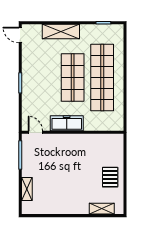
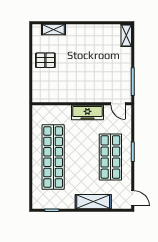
shop shelf: (73, 77) -> (110, 157), moved
pallet: (110, 177) -> (45, 60), turned 90
shelving: (27, 189) -> (126, 35), moved

